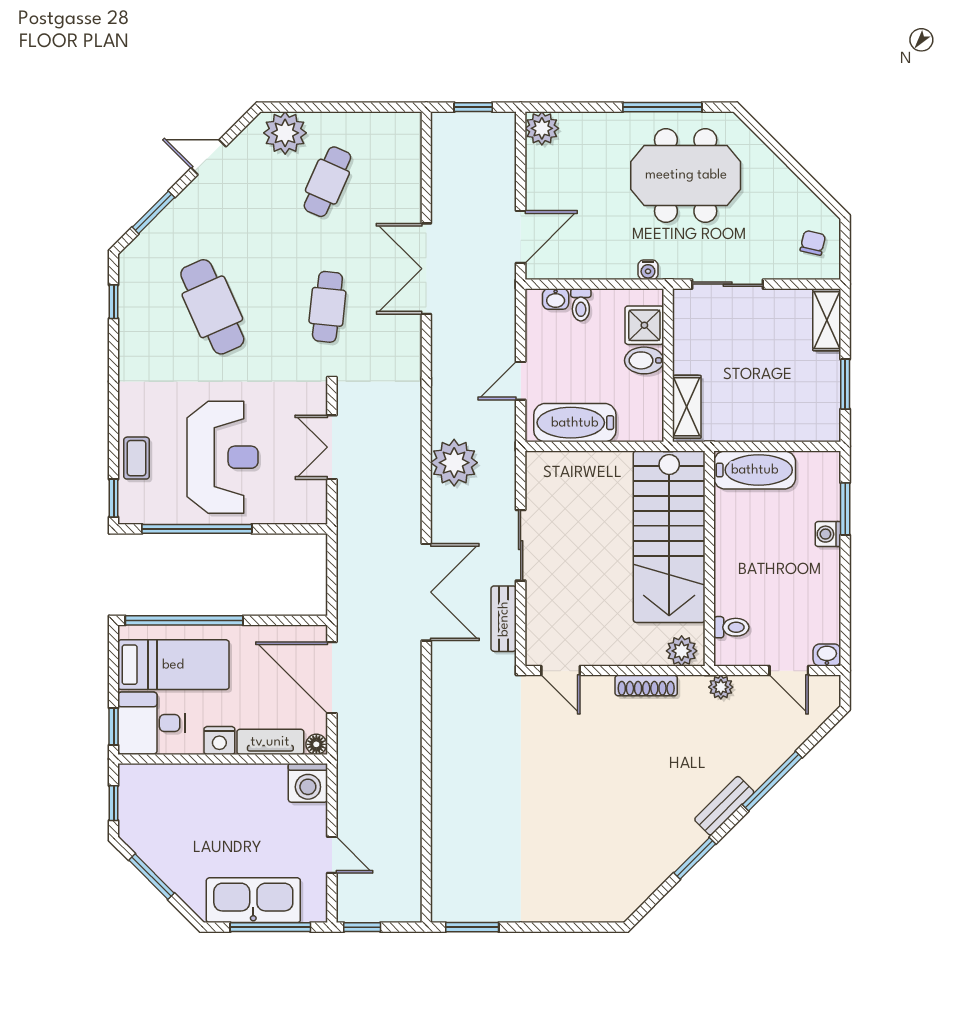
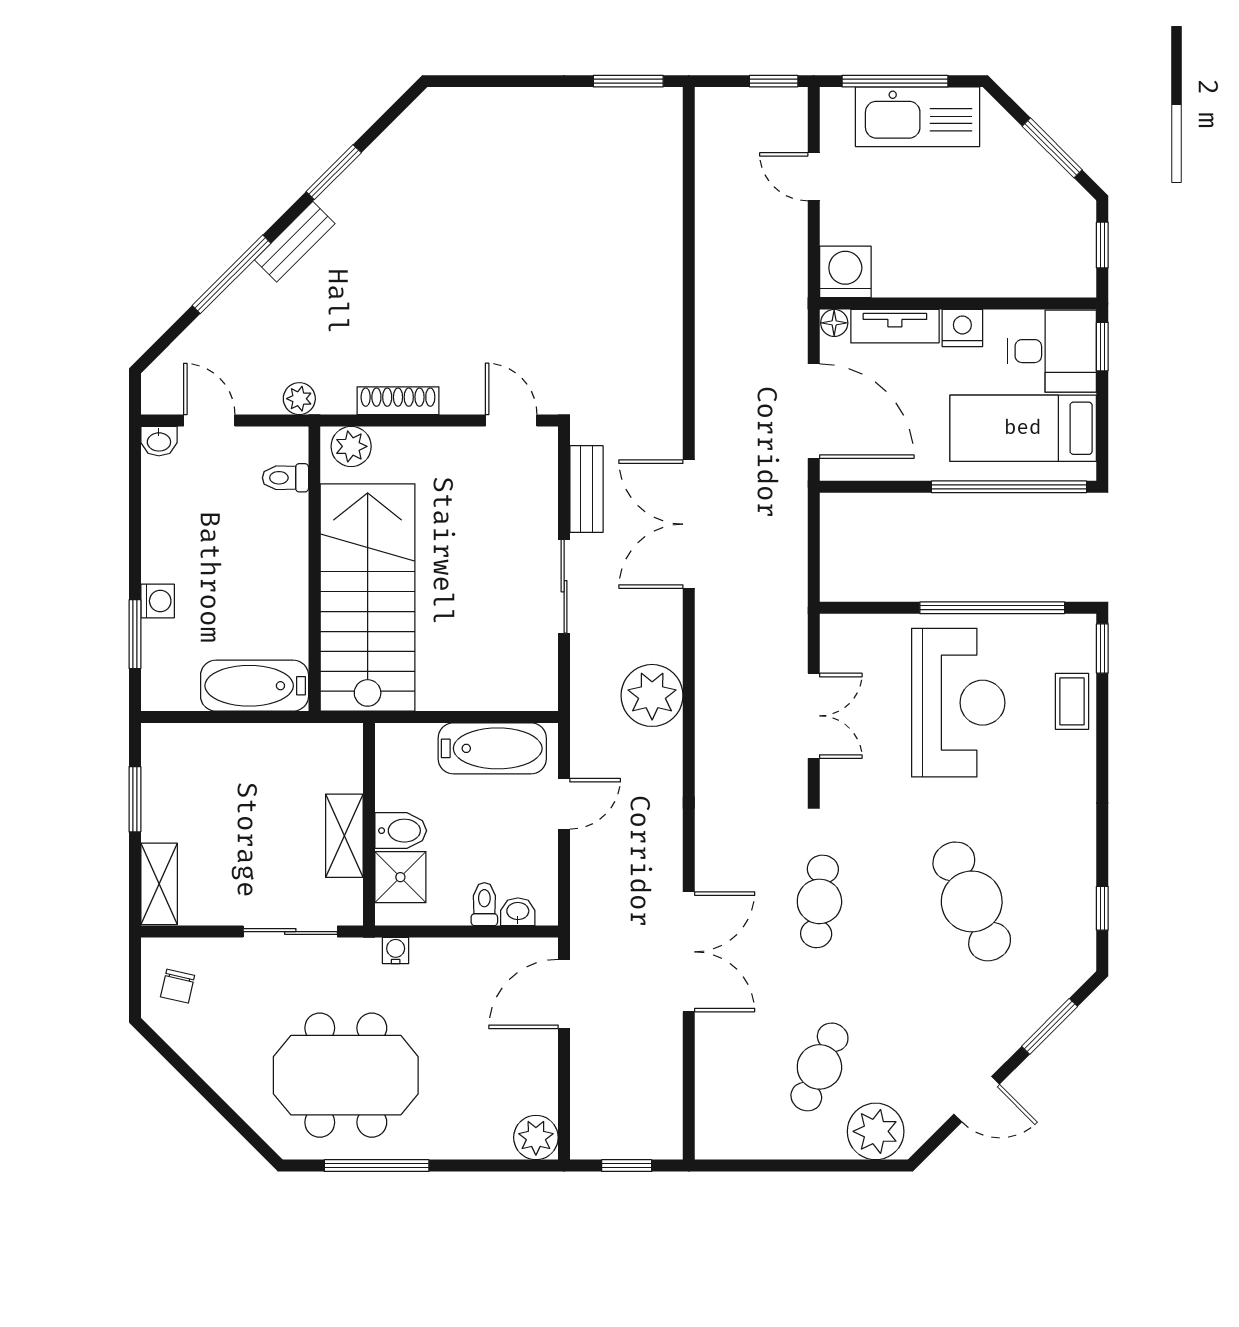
shelving: (687, 407) -> (344, 836), moved
reception desk: (223, 457) -> (958, 703), turned 180

